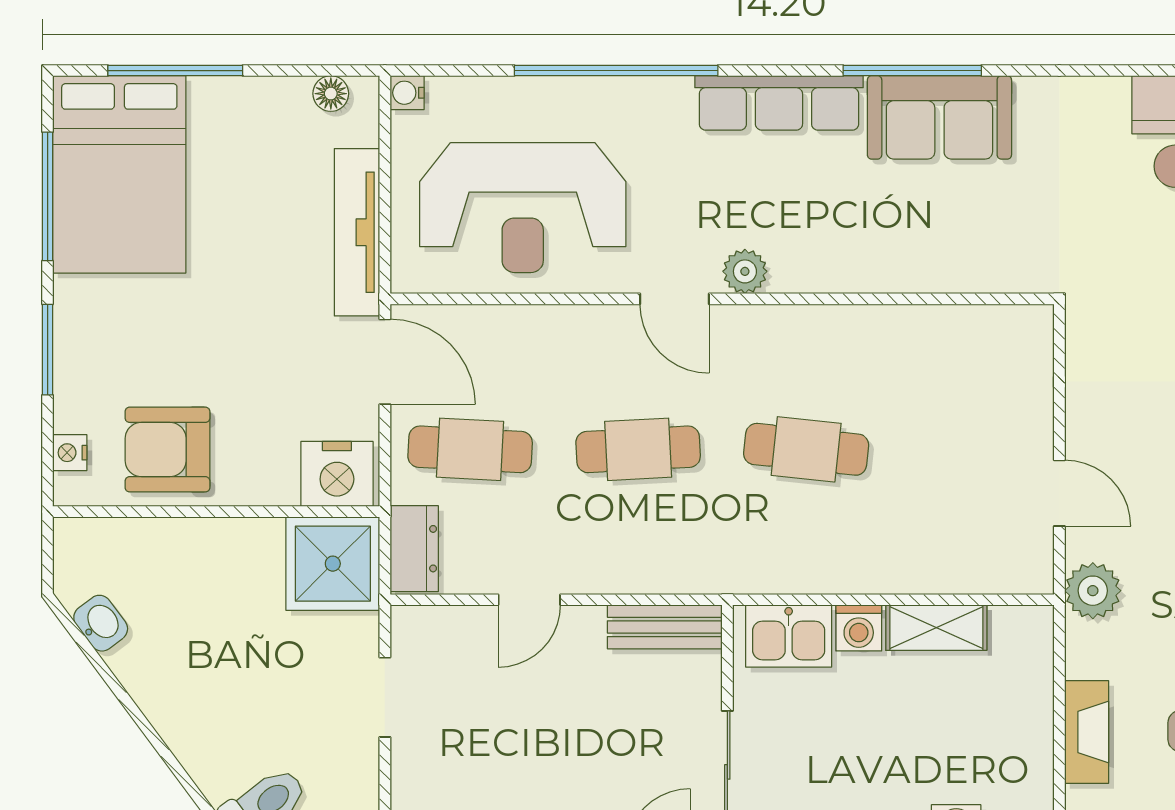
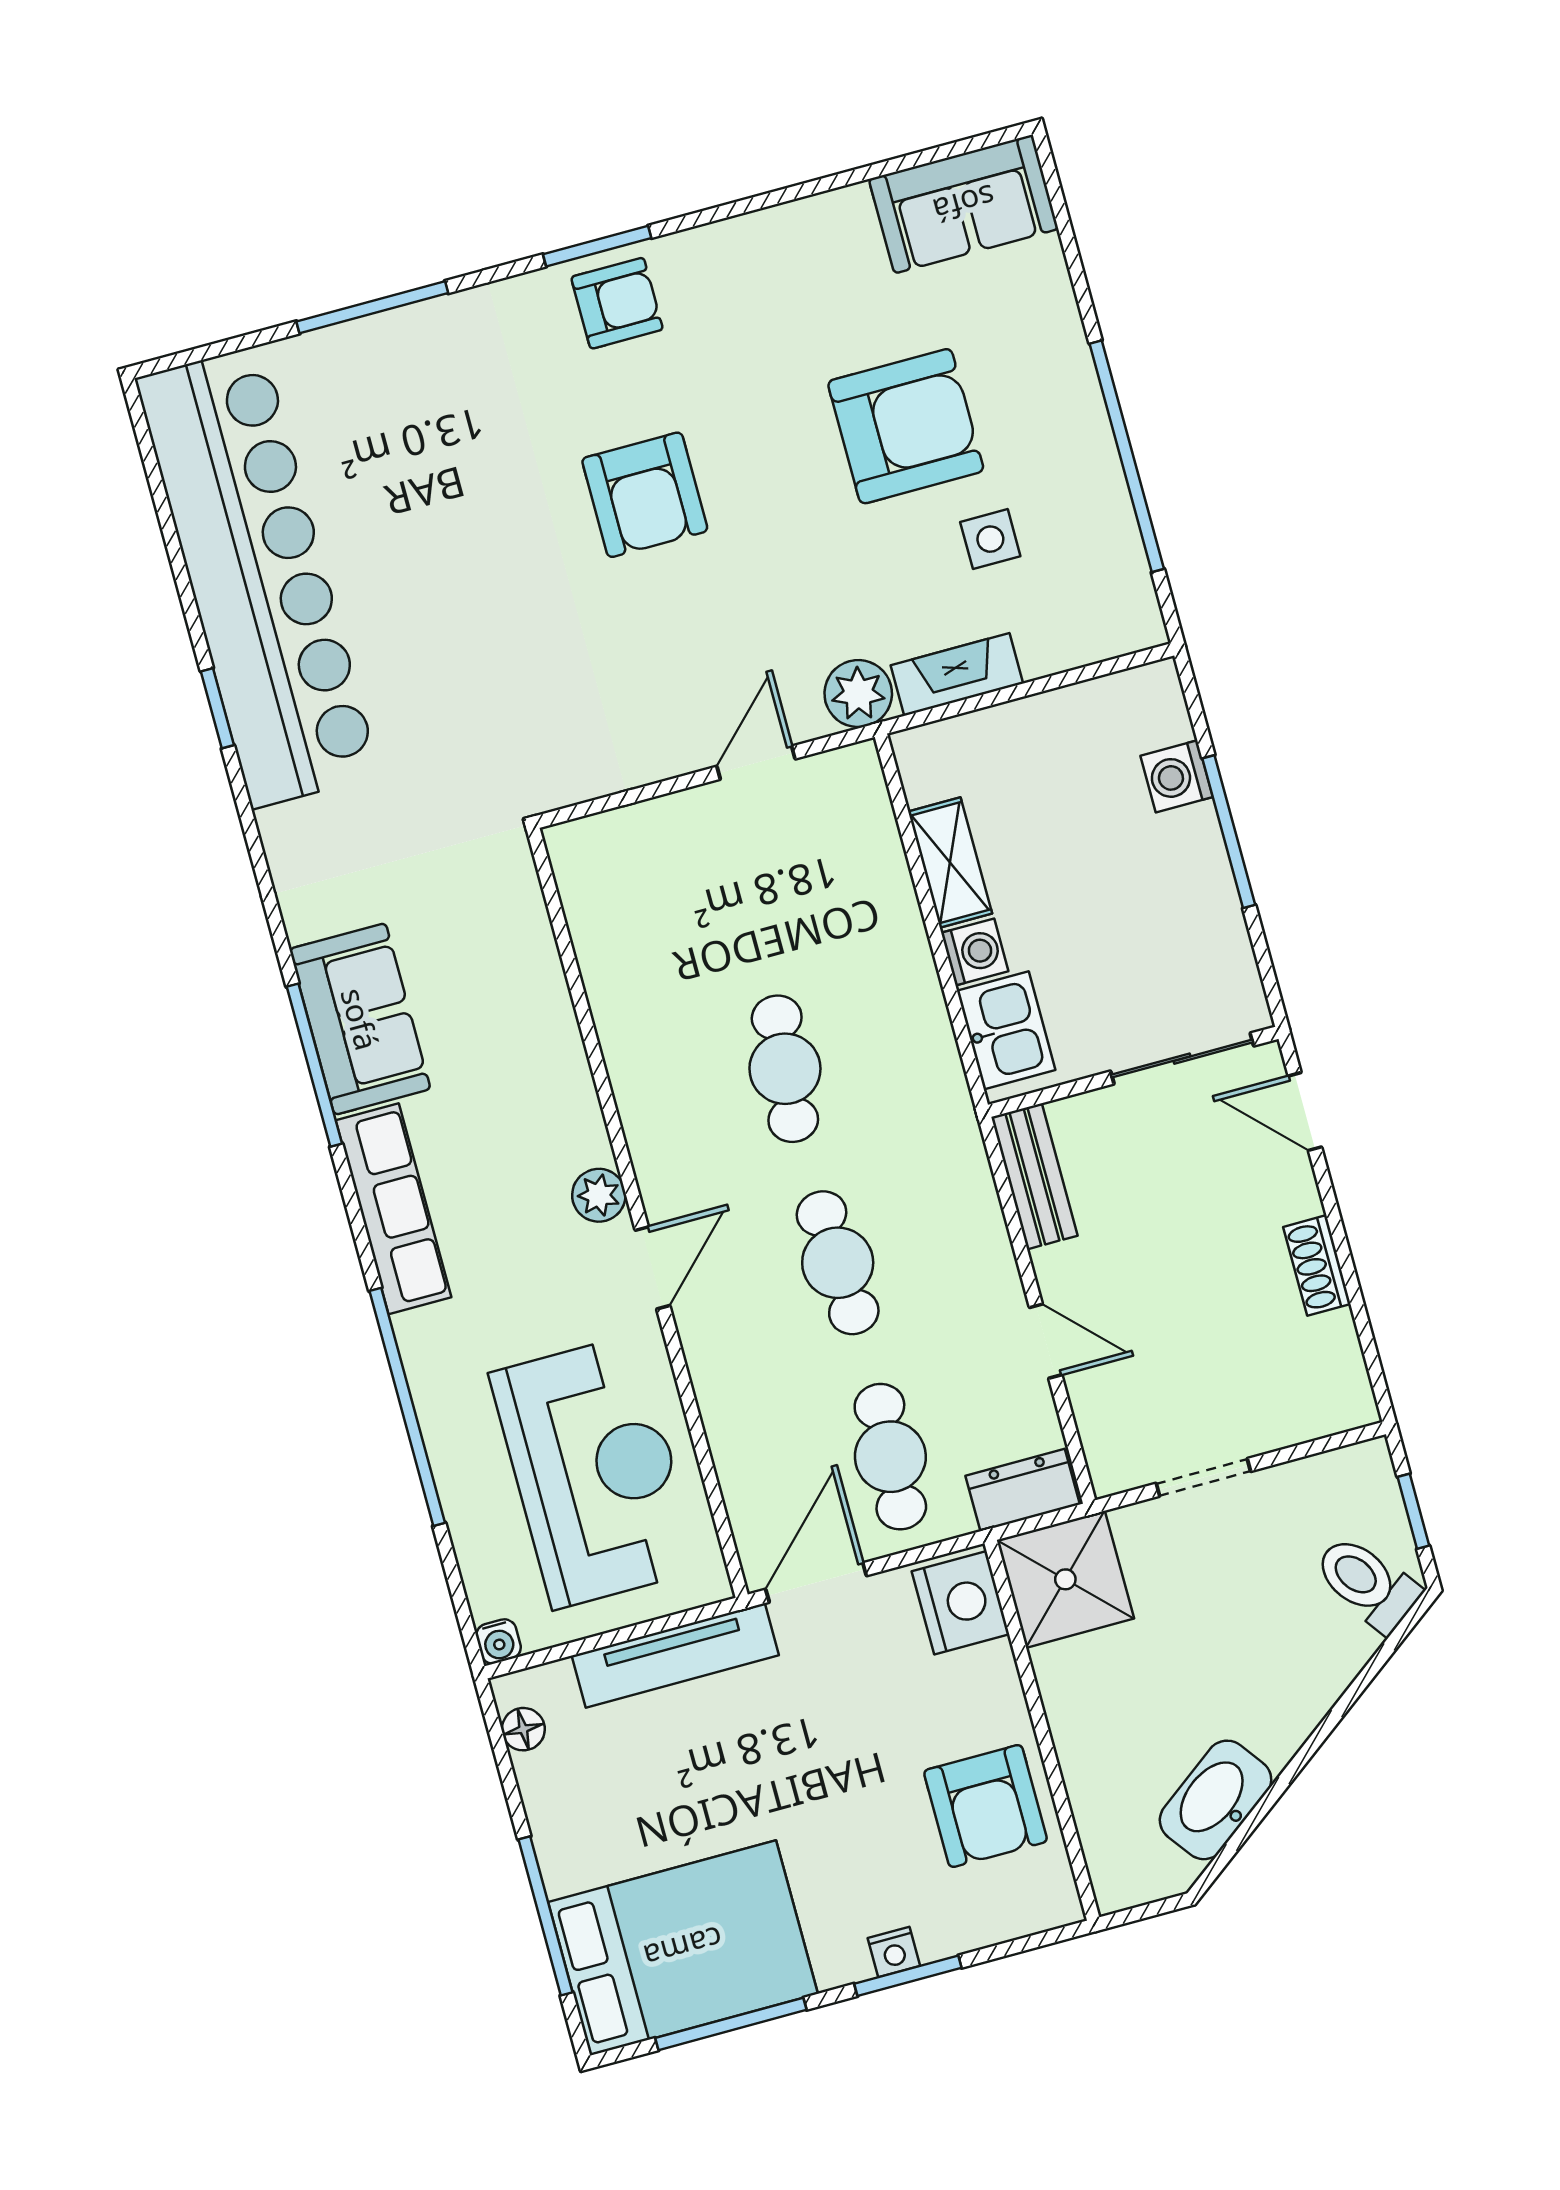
nightstand: (70, 453) -> (894, 1952), moved
washbasin: (101, 623) -> (1216, 1800), width x1.91, depth x1.45
fireplace: (1087, 732) -> (957, 674), moved

